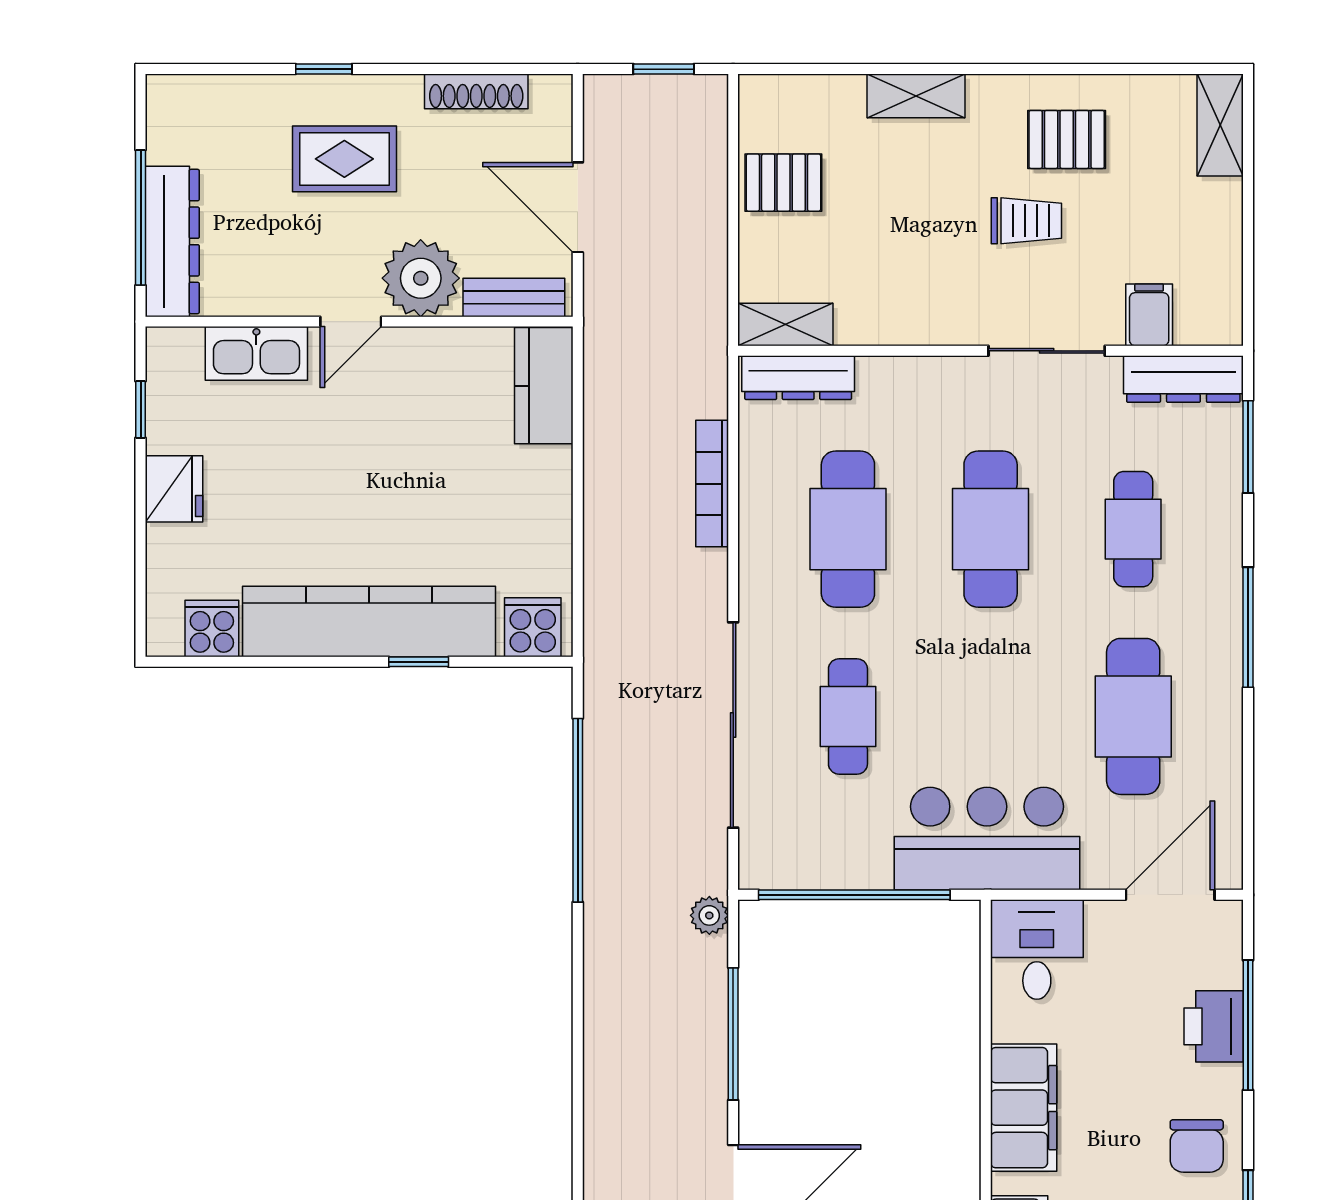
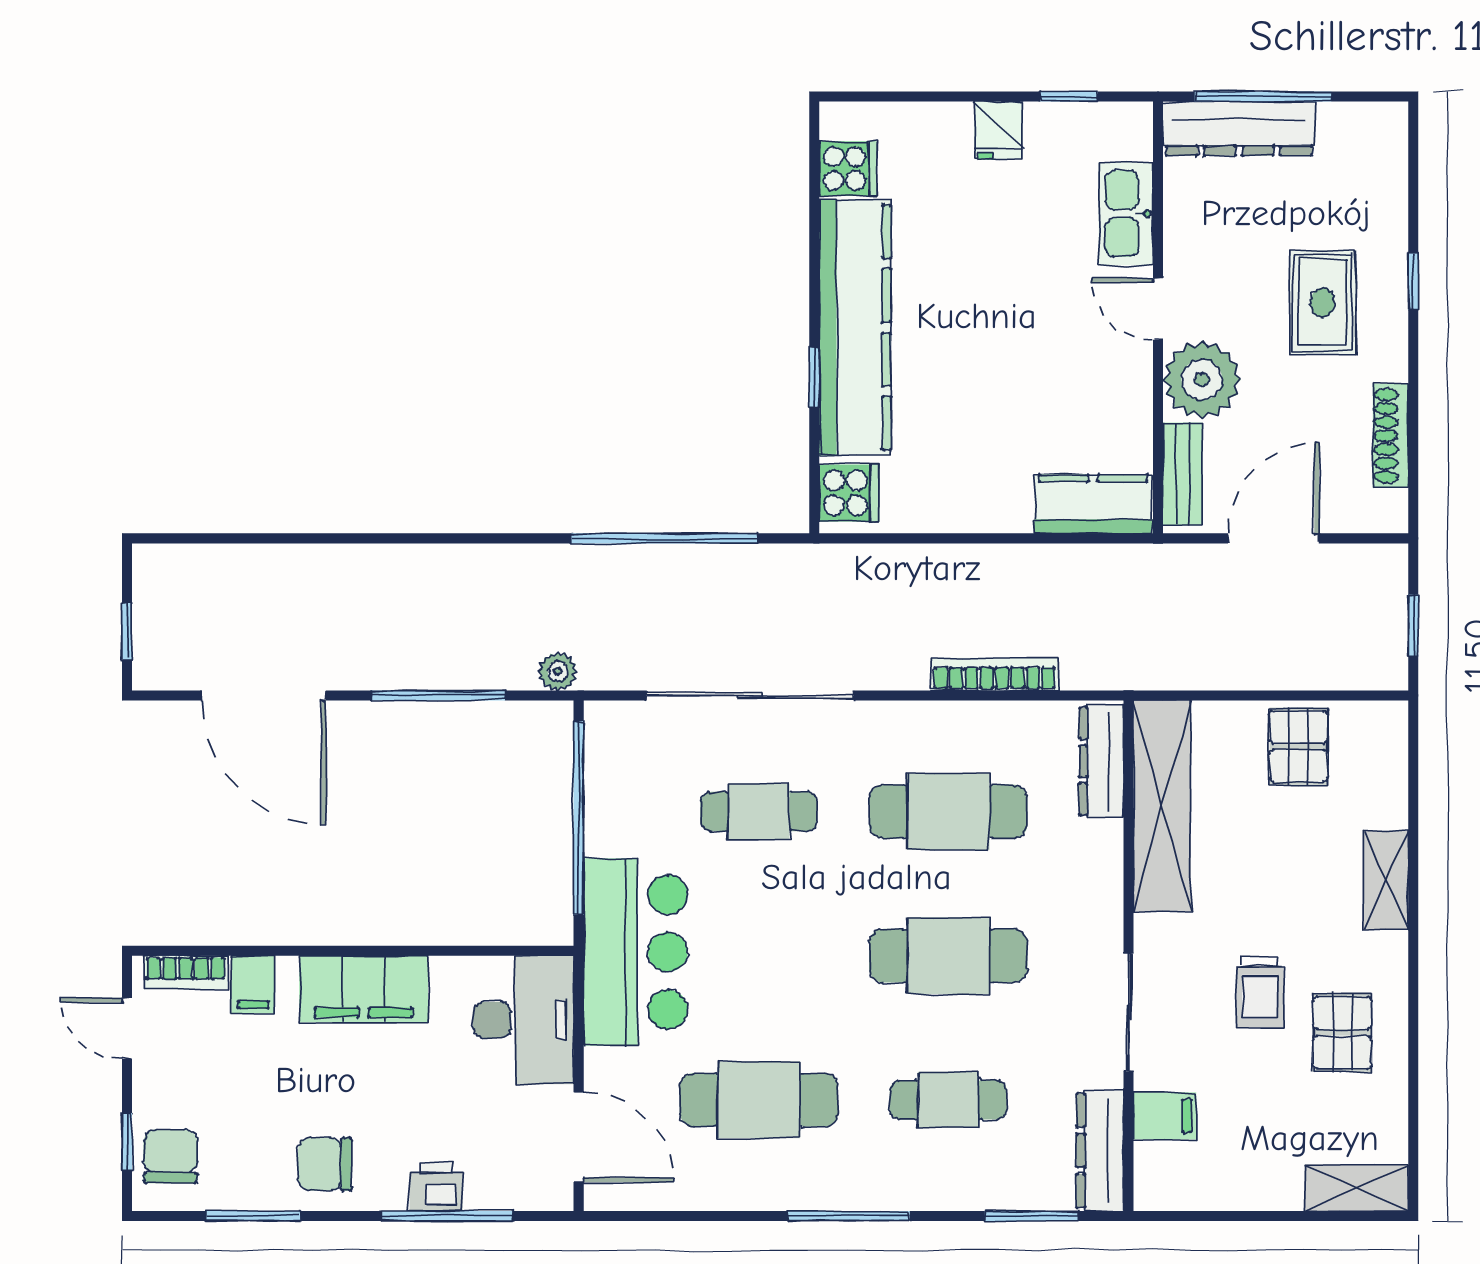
shelving: (785, 325) -> (1162, 806), width x2.20, depth x1.33
fridge: (174, 489) -> (998, 130), width x0.72
desk: (1037, 950) -> (523, 1020), width x1.37
printer: (1214, 1026) -> (436, 1187), width x0.73, depth x0.81

